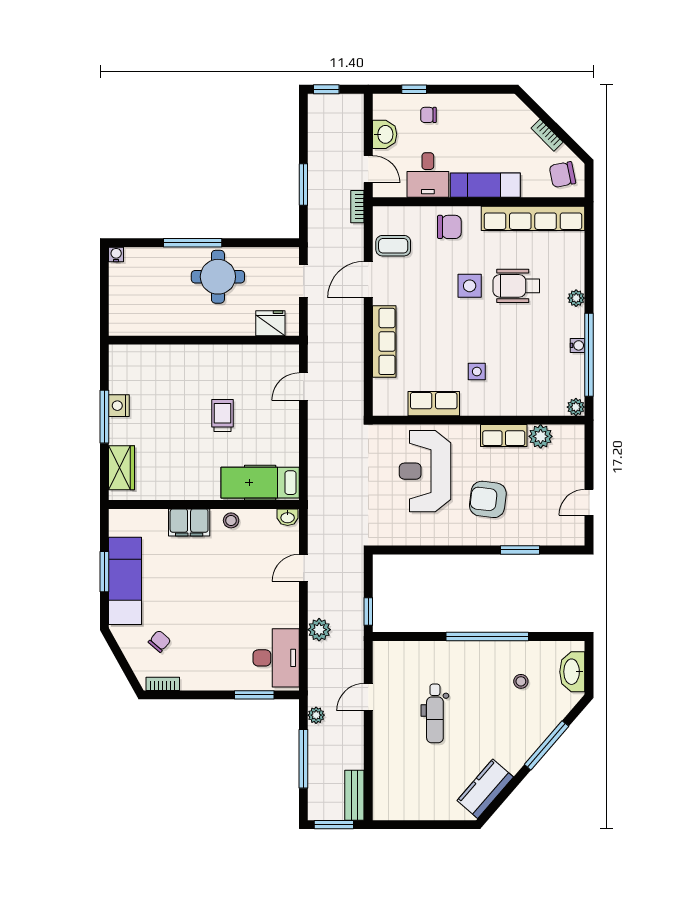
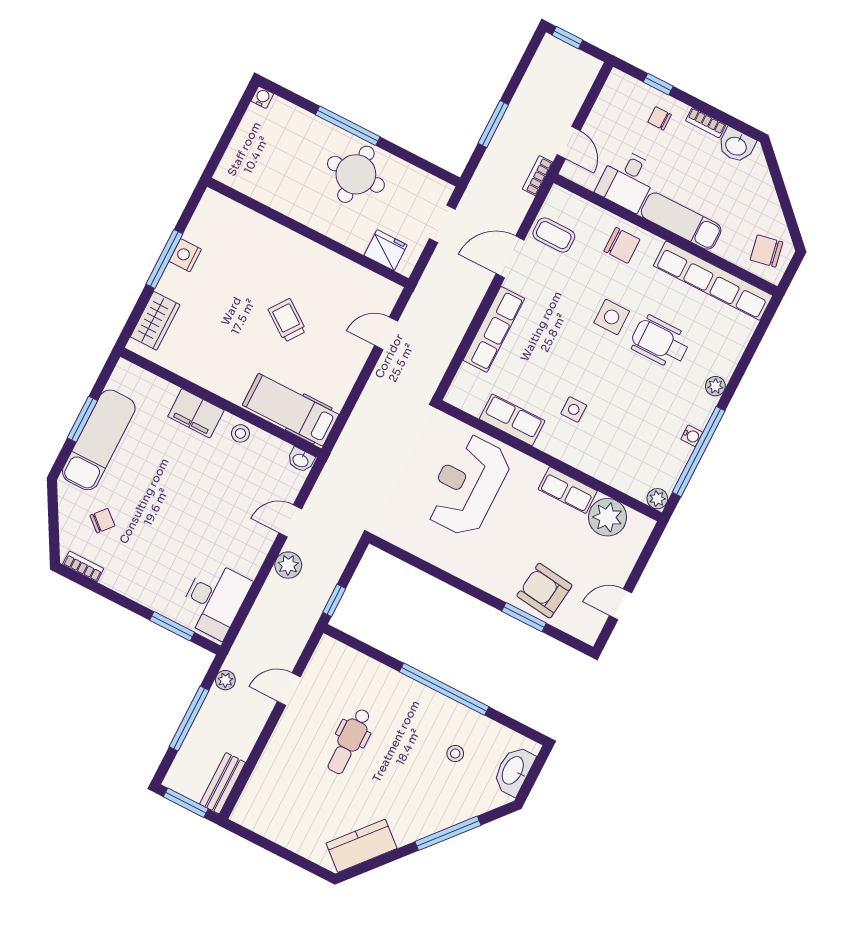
washbasin: (385, 134) -> (736, 145), moved, turned 90
bookcase: (547, 135) -> (706, 123), moved, turned -45
trolley: (222, 415) -> (287, 320), turned -54
plant: (541, 436) -> (607, 517), width x1.36, depth x1.36
armchair: (488, 499) -> (544, 591), moved
plant: (319, 630) -> (288, 565), moved

